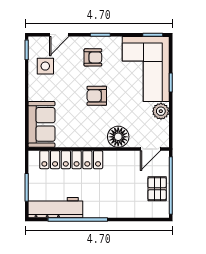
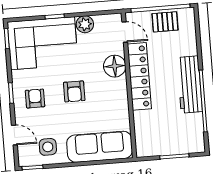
sofa: (42, 124) -> (100, 147), width x1.36
locker: (71, 160) -> (139, 76), moved
workbench: (55, 208) -> (190, 85), moved

